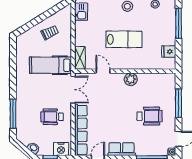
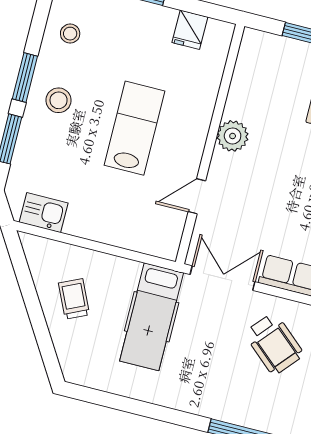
shelving: (80, 58) -> (152, 243), removed
wheelchair: (52, 117) -> (274, 344), turned -49

